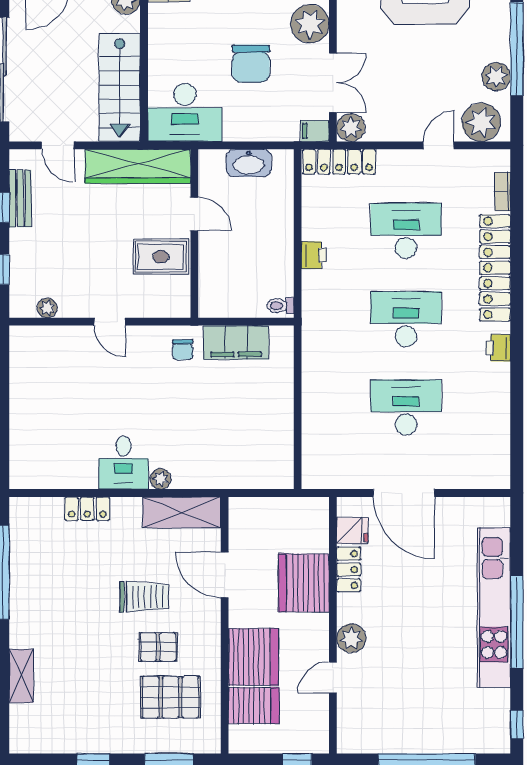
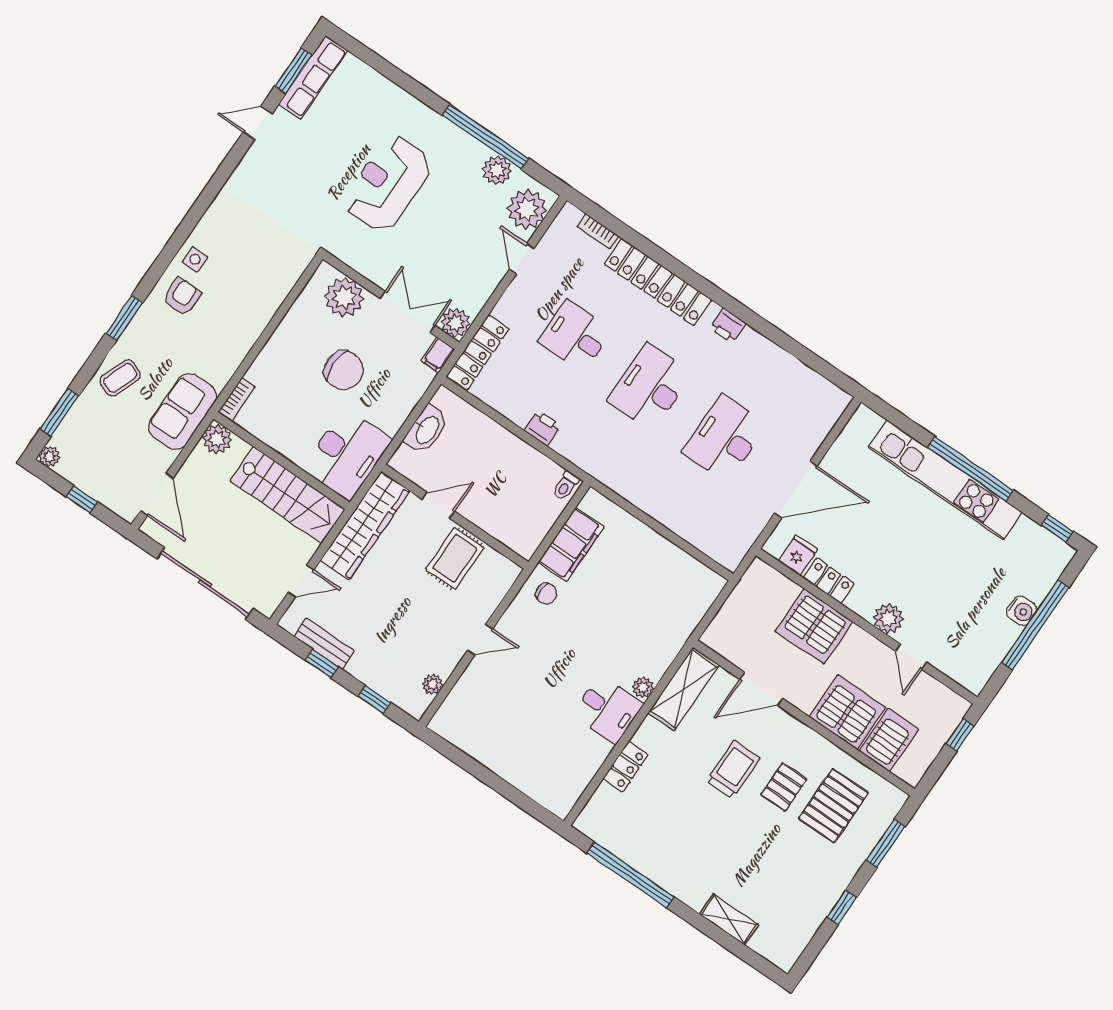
desk: (406, 231) -> (575, 336), width x0.73
water cooler: (431, 741) -> (1022, 611), added

